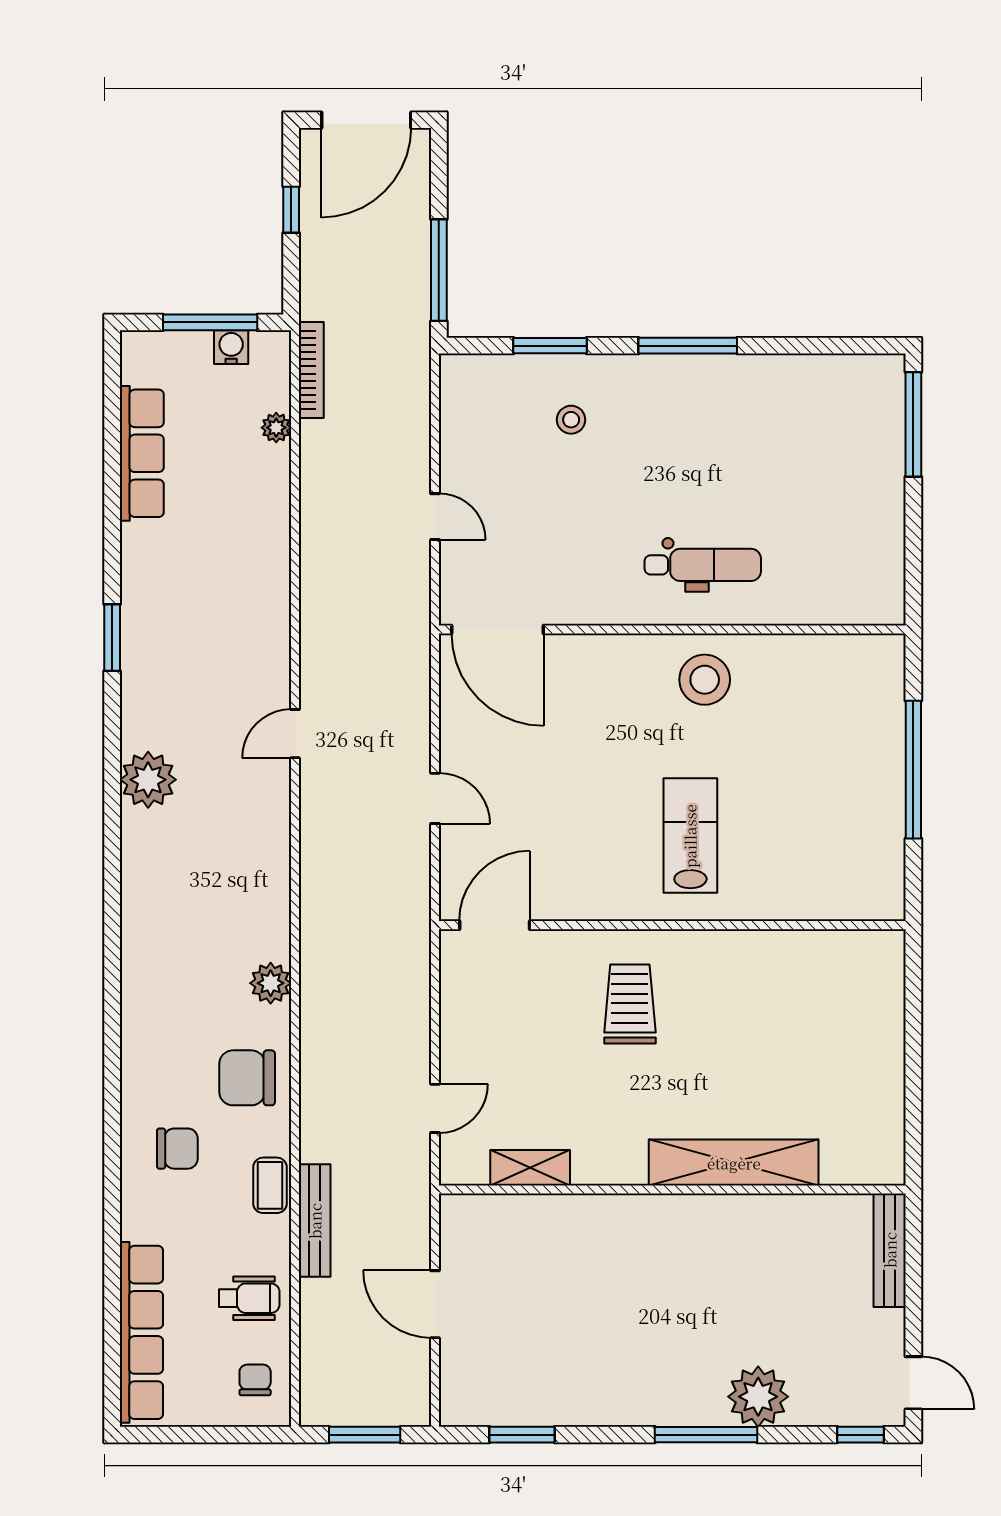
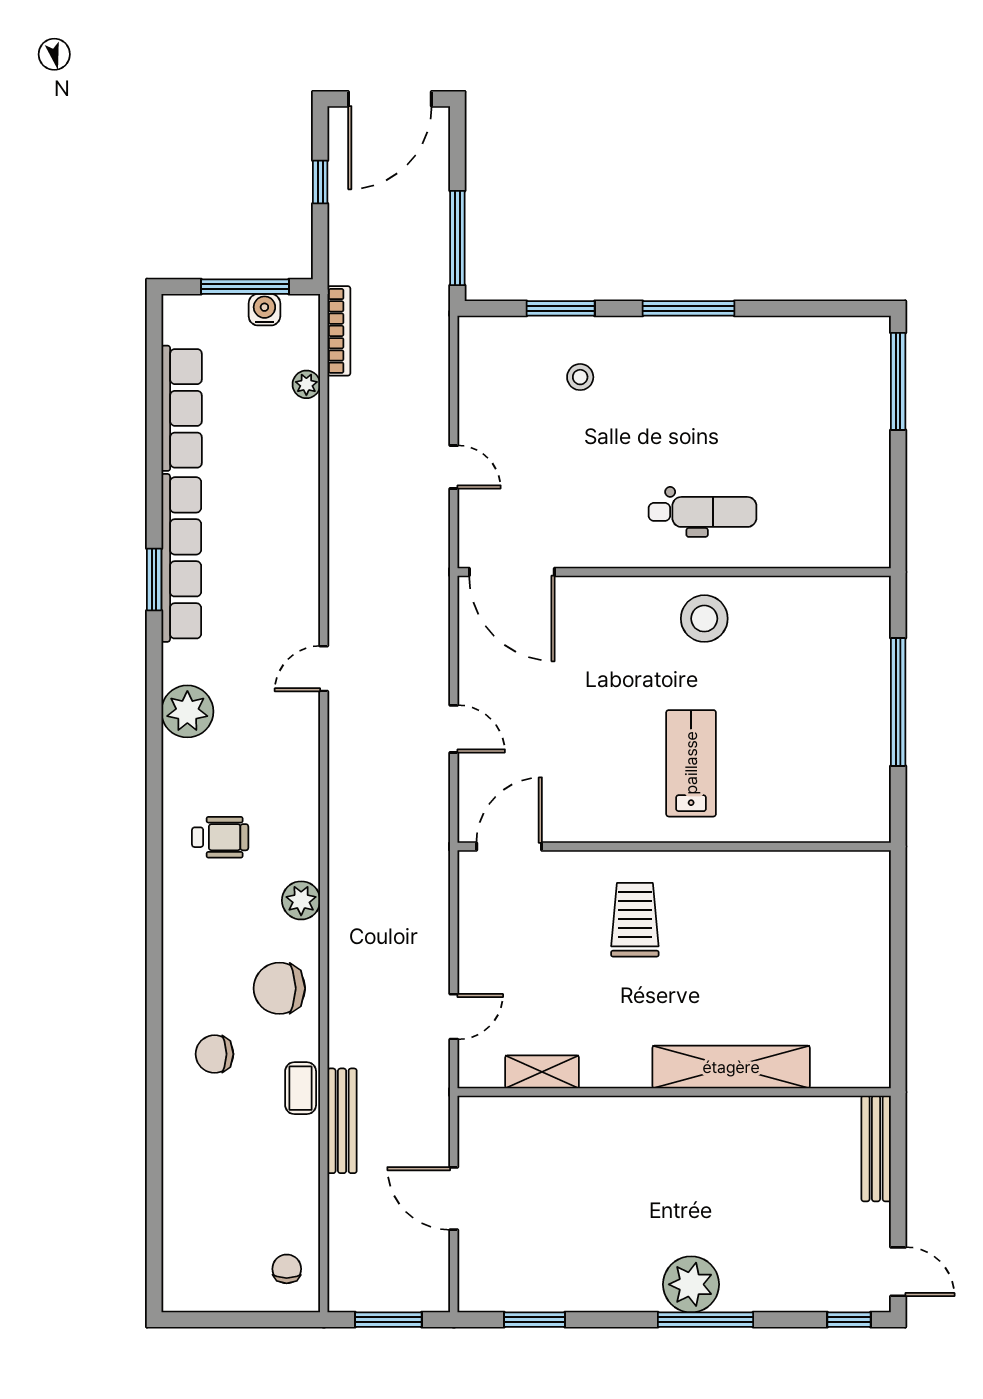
chair: (177, 1149) -> (214, 1054), turned 180
wheelchair: (249, 1298) -> (220, 837), moved
row of seats: (141, 1332) -> (181, 558), moved
plant: (758, 1397) -> (691, 1284), moved

